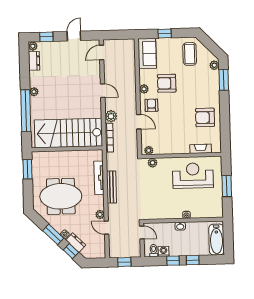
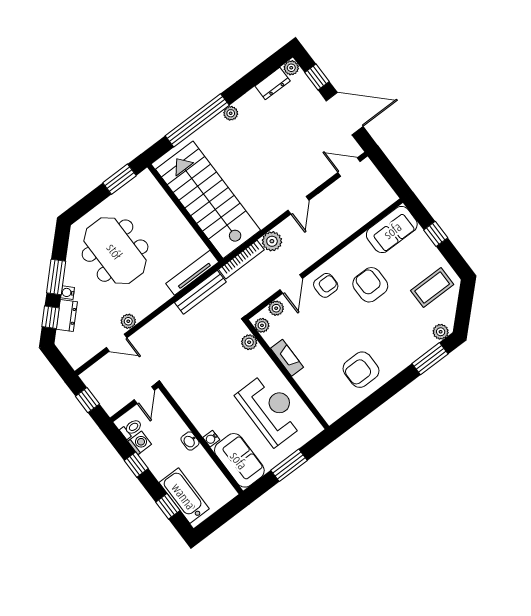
door: (74, 36) -> (345, 114), width x1.88
plant: (144, 89) -> (276, 308), moved
armchair: (205, 117) -> (361, 370), turned -90
fireplace: (201, 149) -> (287, 358), moved
tv unit: (99, 178) -> (192, 273), moved
bench: (112, 187) -> (200, 292), moved
sofa: (207, 209) -> (239, 460), added
door: (106, 228) -> (117, 343), swing flipped
bathtub: (216, 240) -> (184, 496), moved, turned 90
window: (193, 260) -> (168, 506), moved

